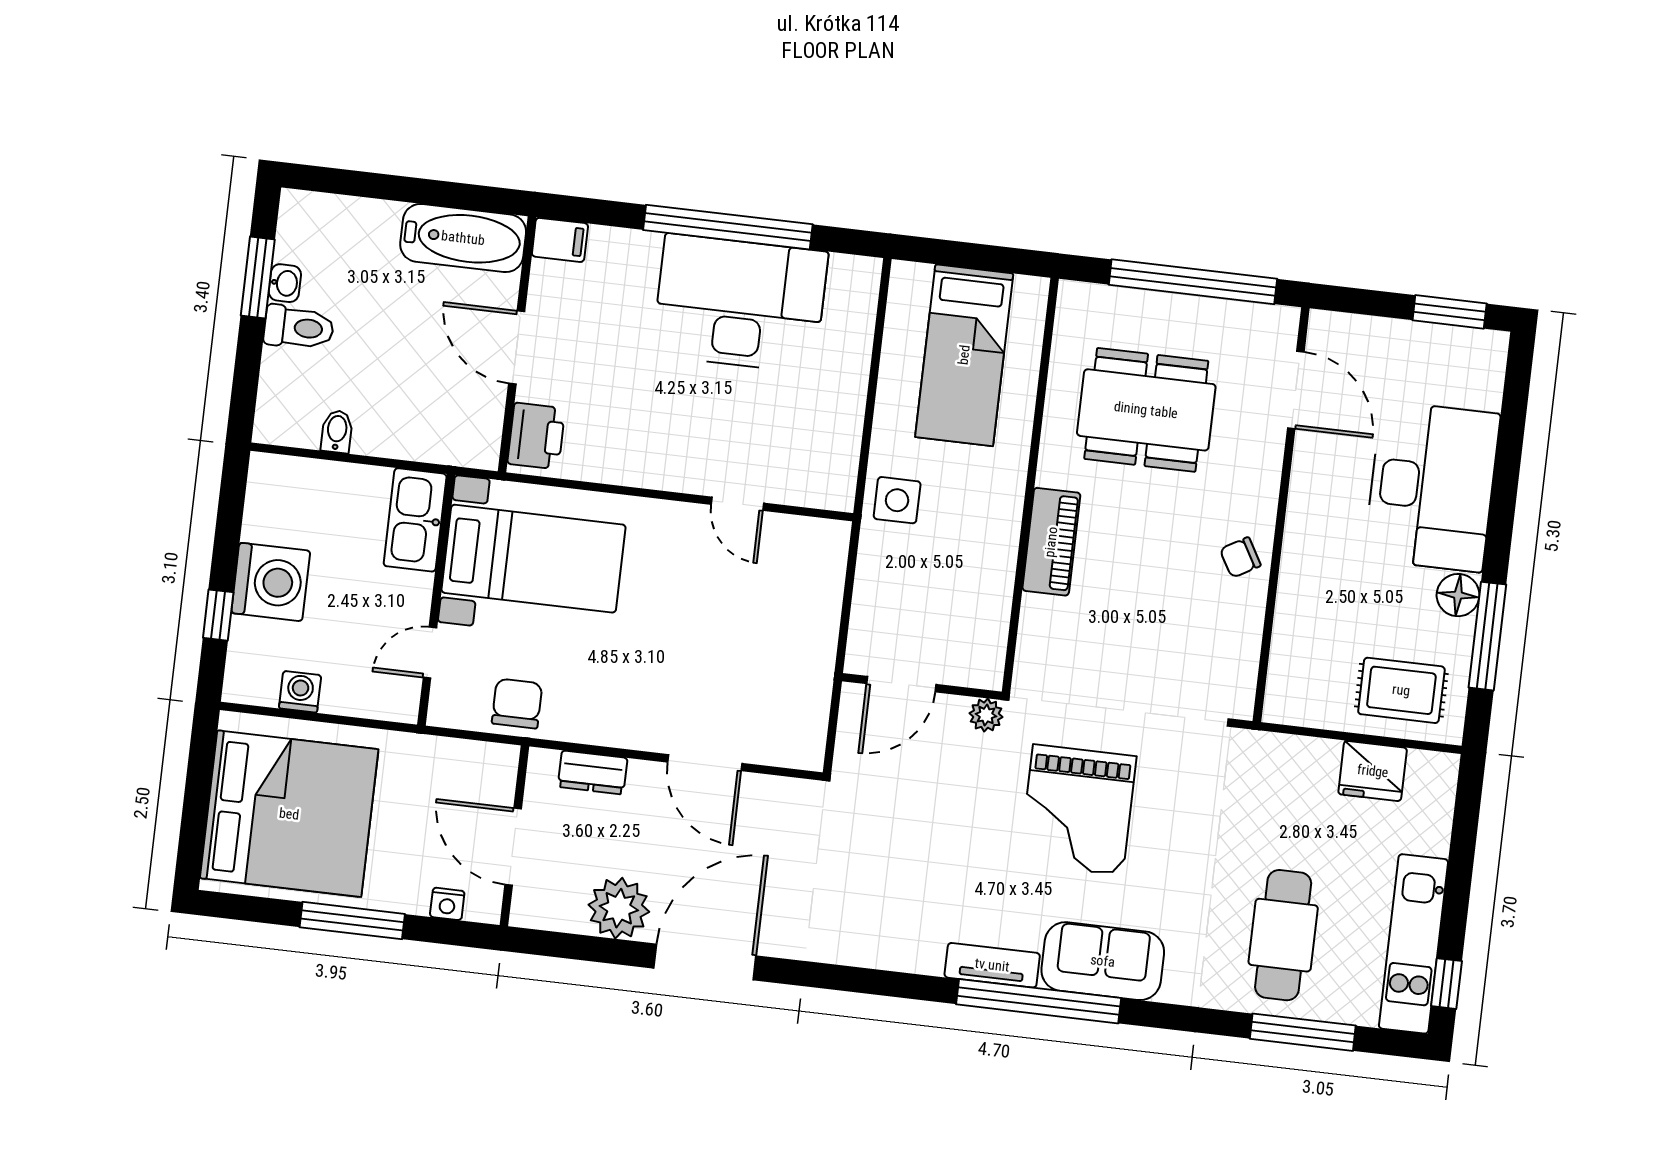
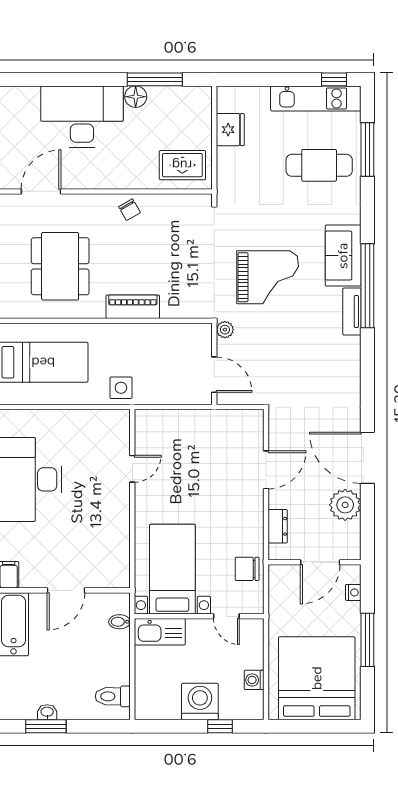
toilet: (299, 327) -> (113, 696), moved, turned -90
bidet: (337, 432) -> (119, 622), moved
printer: (536, 436) -> (110, 575), removed
rug: (1401, 690) -> (182, 165), moved, turned 90

